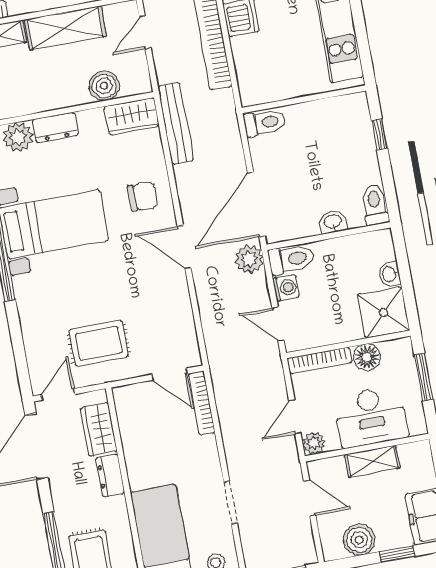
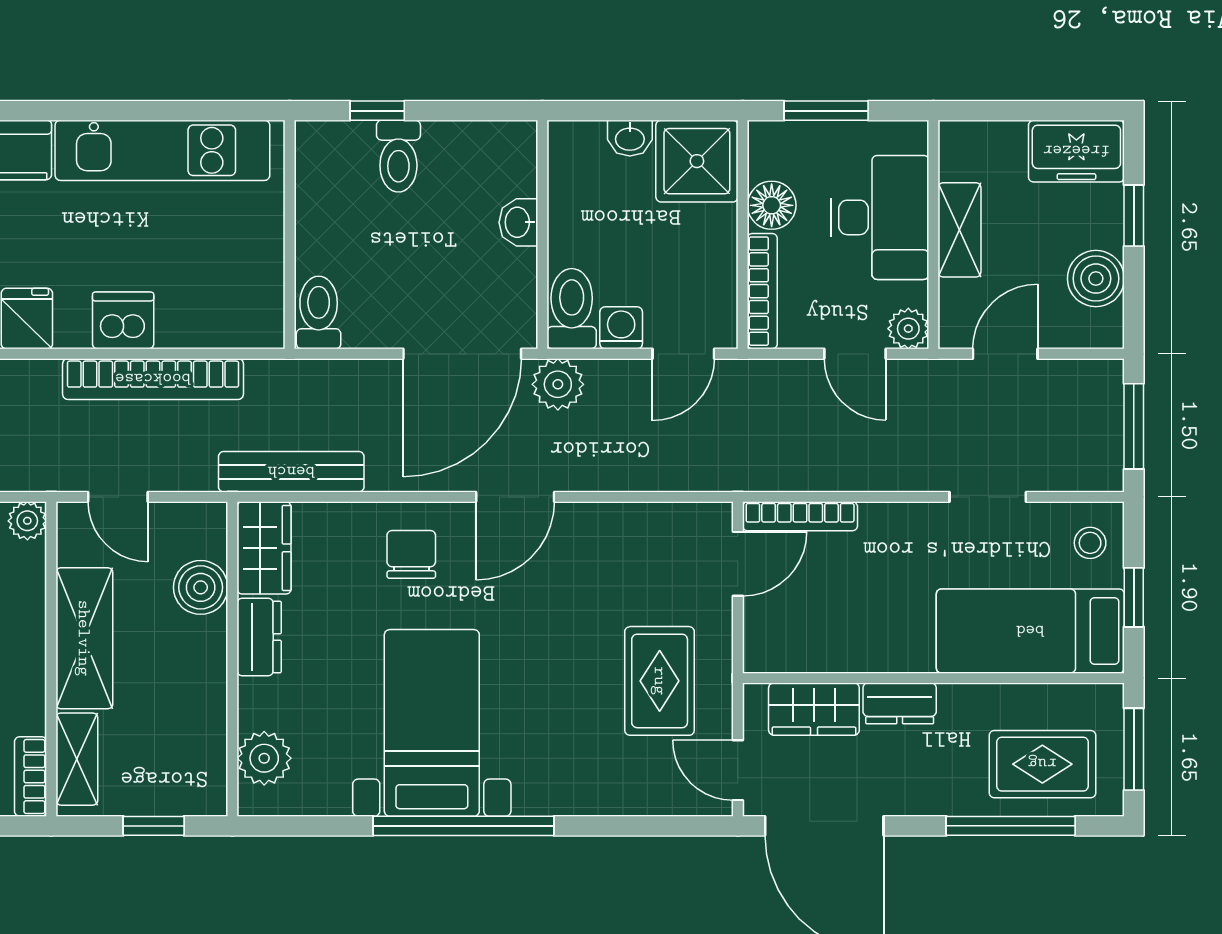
dresser: (55, 127) -> (259, 637), moved
door: (256, 204) -> (462, 354), hinge flipped
toilet: (375, 205) -> (398, 156), moved, turned -90

